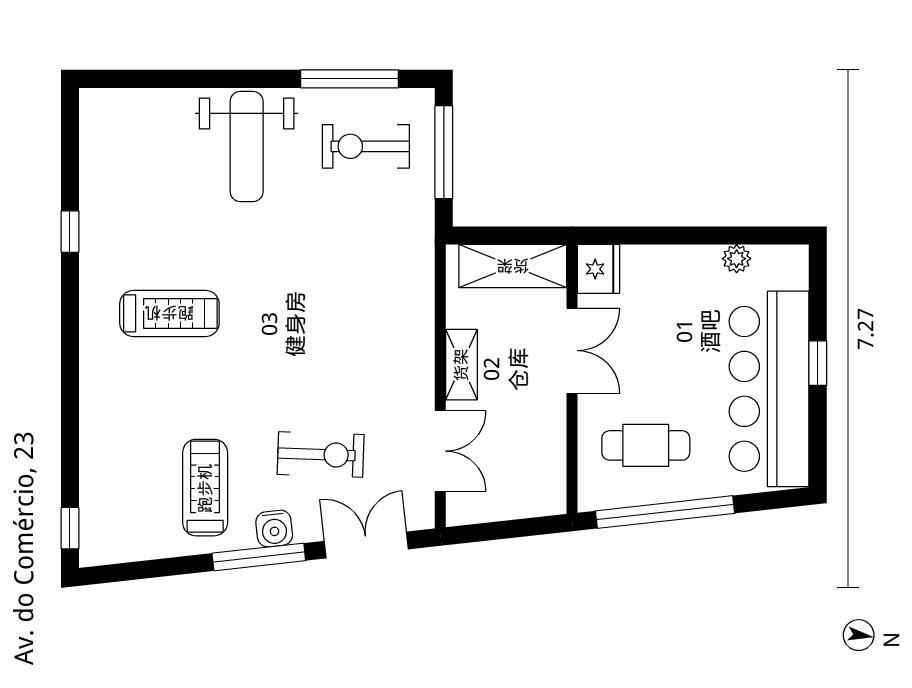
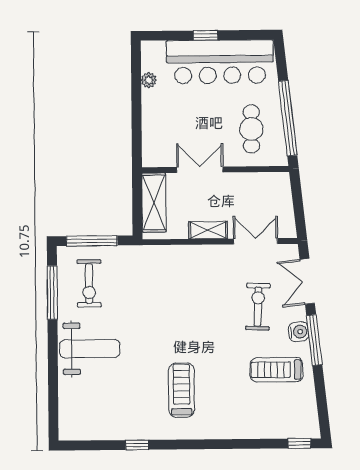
fridge: (598, 269) -> (155, 156), removed

